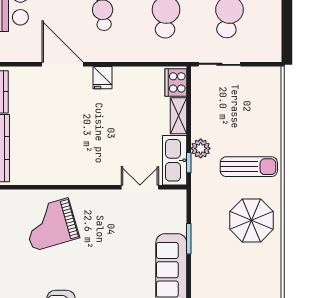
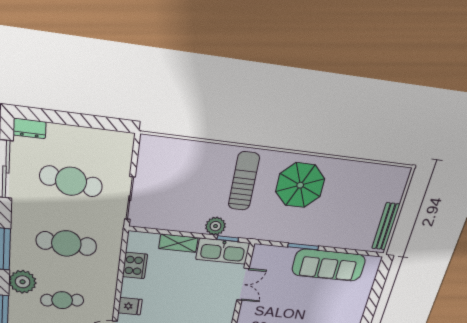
cooker: (176, 82) -> (135, 266), moved, turned -90
double door: (140, 187) -> (243, 284), swing flipped

